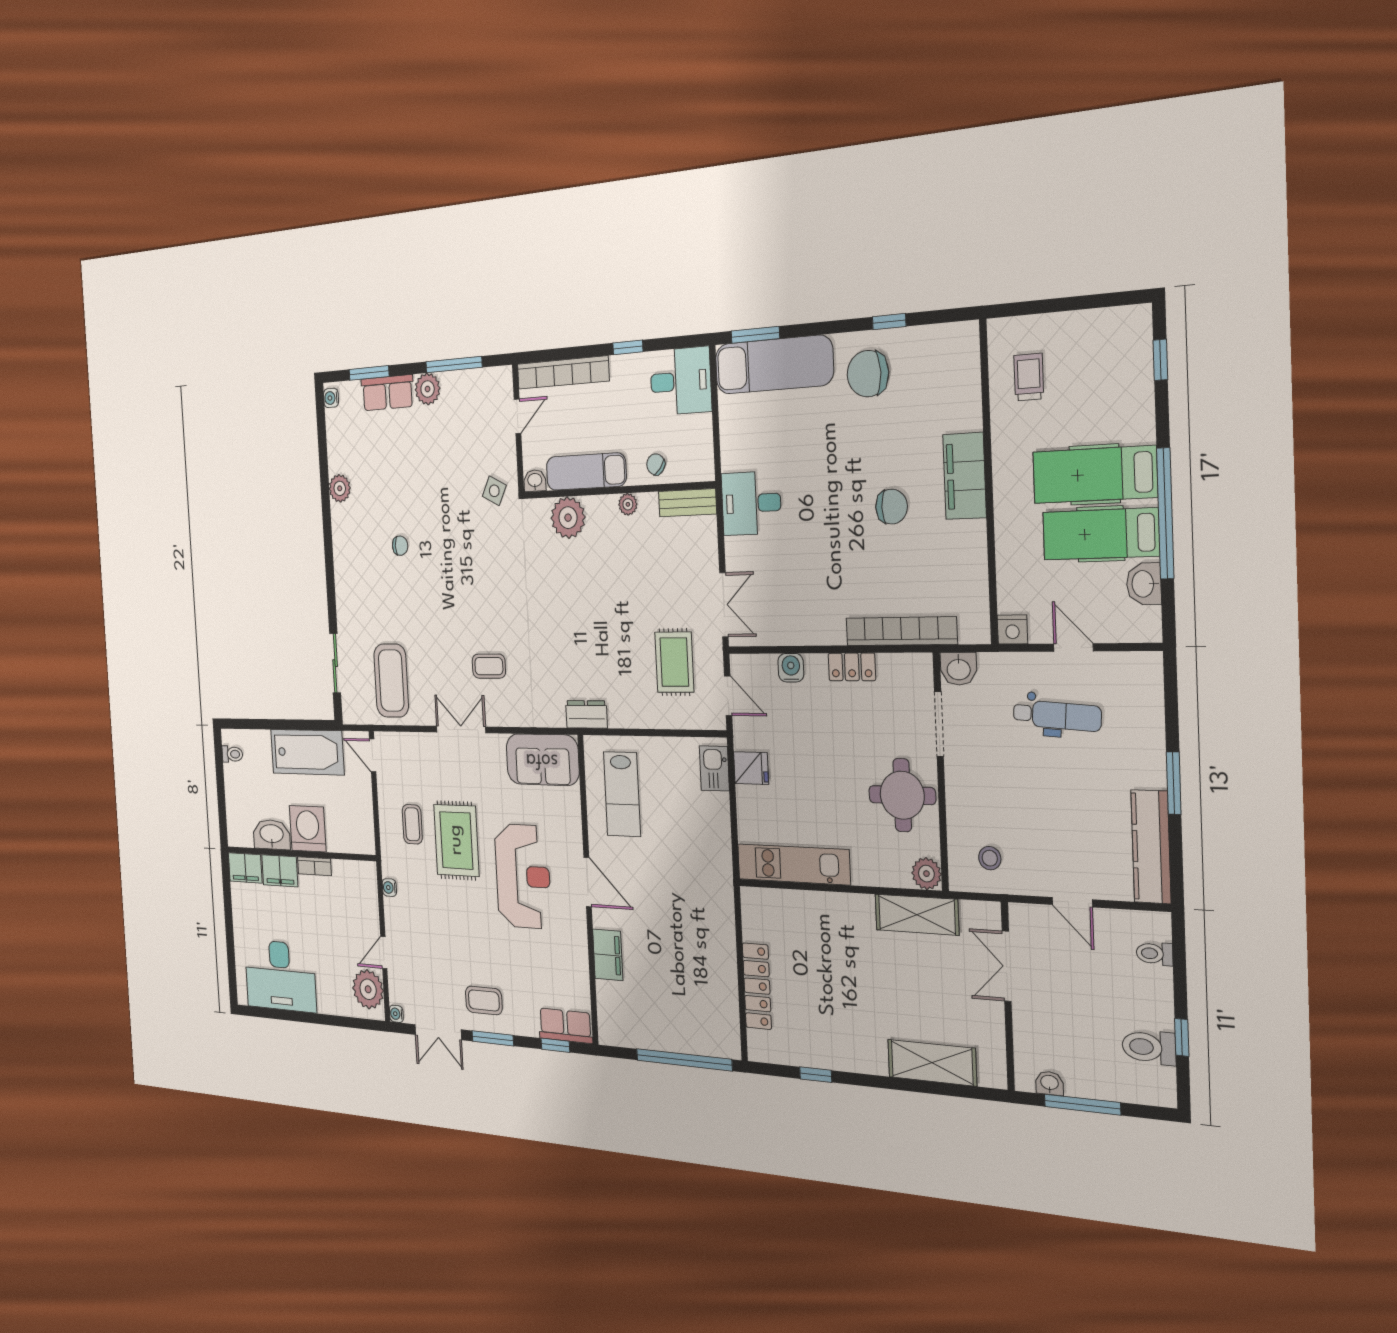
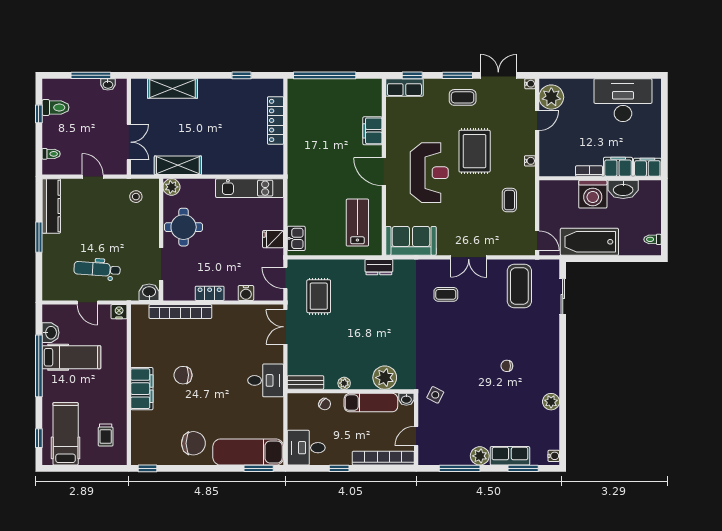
window: (889, 322) -> (148, 468), moved
hospital bed: (1095, 475) -> (66, 434), moved, turned -90
rug: (456, 840) -> (475, 151), moved
reception desk: (523, 876) -> (429, 173), turned 180

